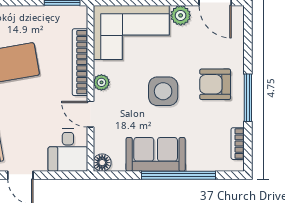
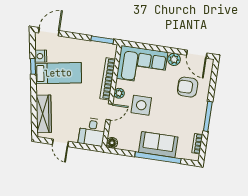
armchair: (215, 84) -> (188, 87), moved
side table: (163, 91) -> (141, 105), moved
door: (91, 114) -> (109, 112), swing flipped
sofa: (156, 154) -> (158, 145), moved

